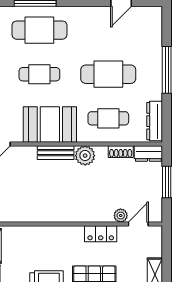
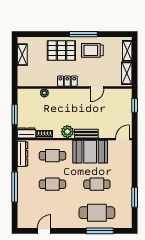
cafe table: (108, 74) -> (52, 184), width x0.73, depth x0.74
door: (138, 224) -> (97, 87), moved
locker: (101, 234) -> (67, 81), moved

